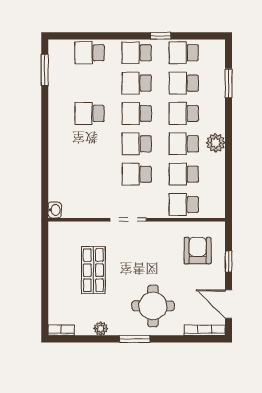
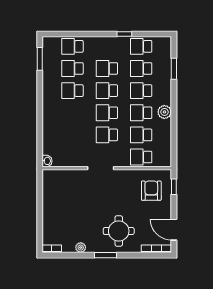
school desk: (137, 53) -> (72, 68), moved
window: (229, 261) -> (174, 187), moved
shop shelf: (93, 270) -> (75, 205), removed

